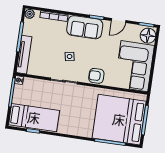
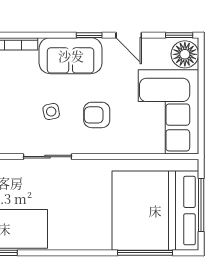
door: (119, 21) -> (129, 35), hinge flipped
armchair: (96, 76) -> (97, 115), moved

